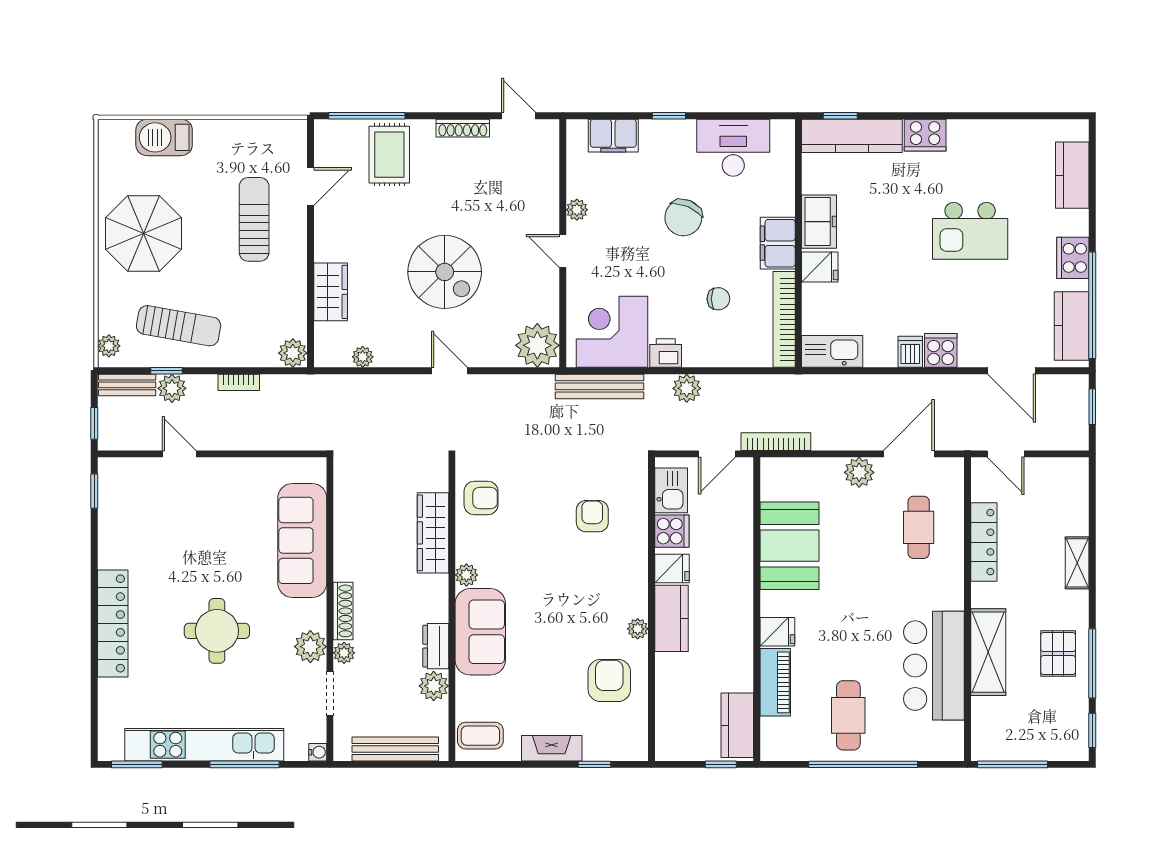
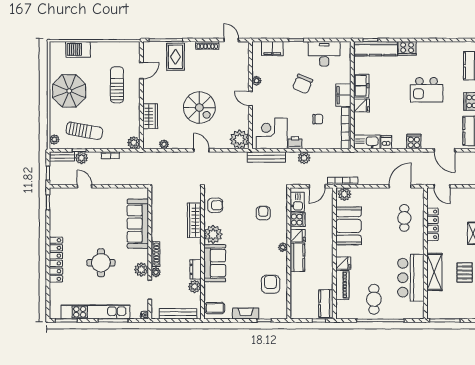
dishwasher: (910, 352) -> (386, 142), moved
plant: (859, 472) -> (345, 194), moved
plant: (466, 575) -> (213, 234), width x1.88, depth x1.88
plant: (638, 629) -> (283, 247), moved

